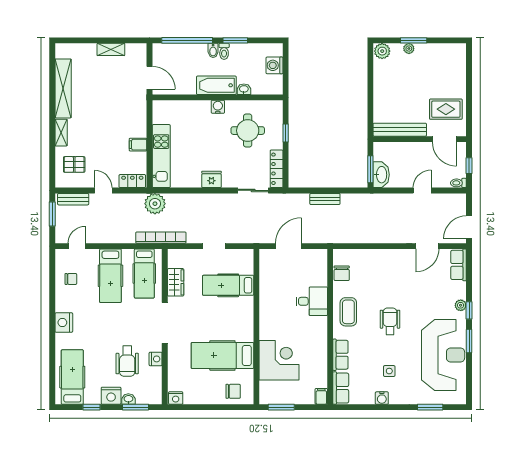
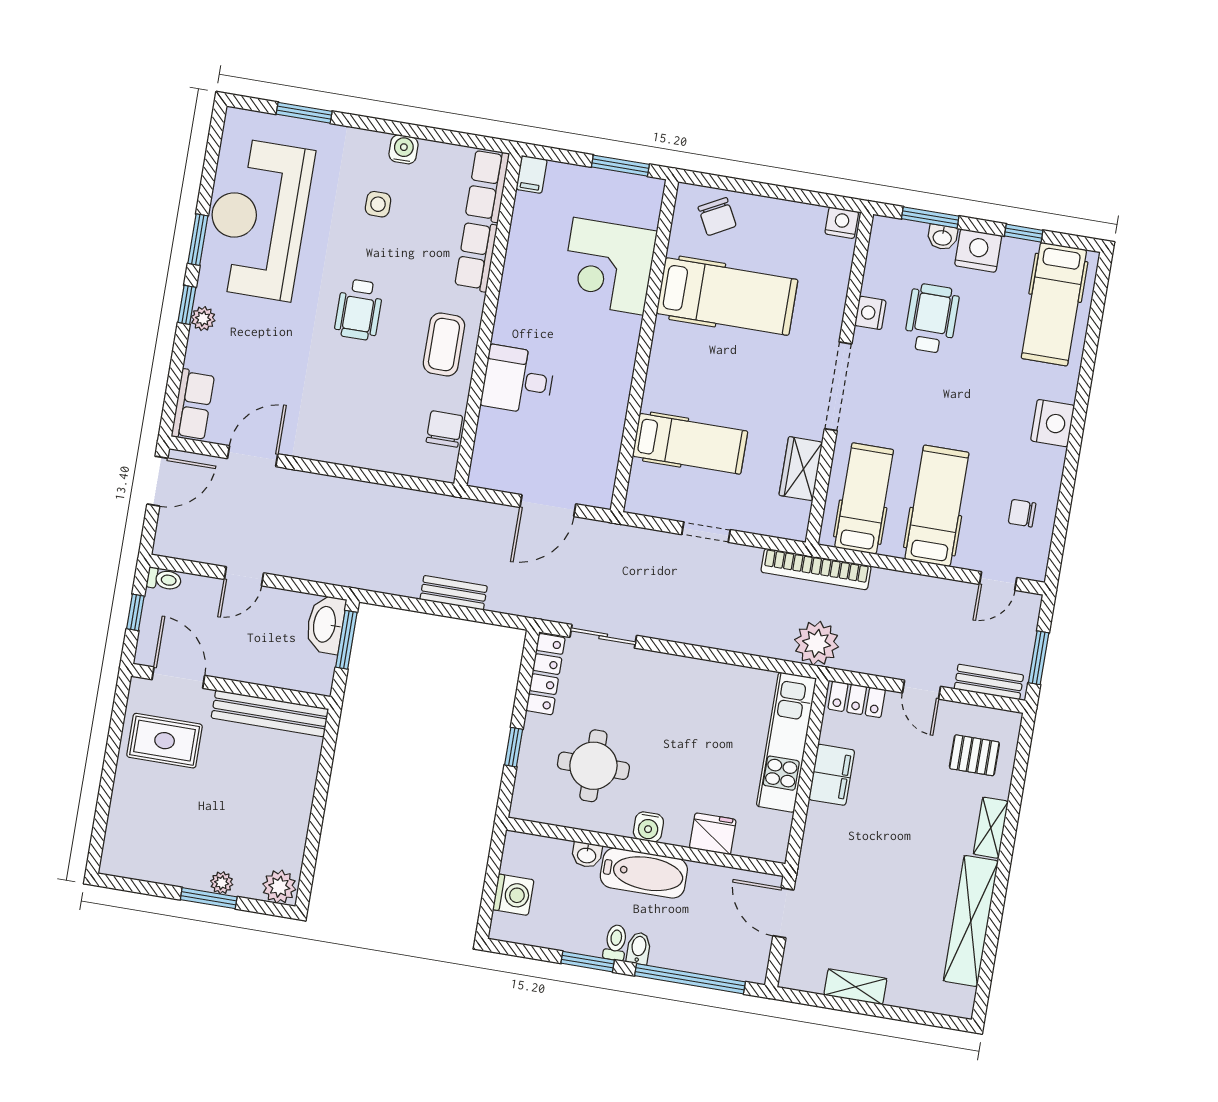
filing cabinet: (138, 145) -> (832, 775), width x2.00
fridge: (211, 179) -> (713, 834), moved, turned 180
chair: (233, 391) -> (717, 217), turned -118

